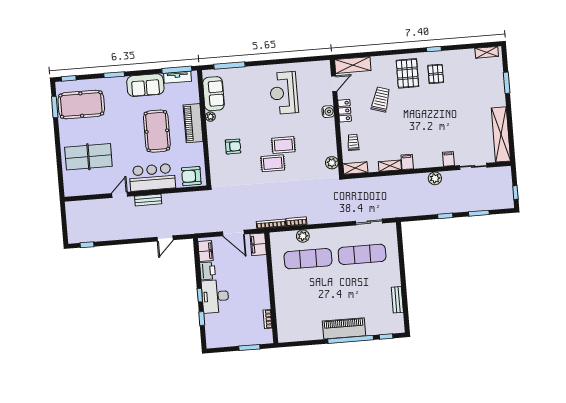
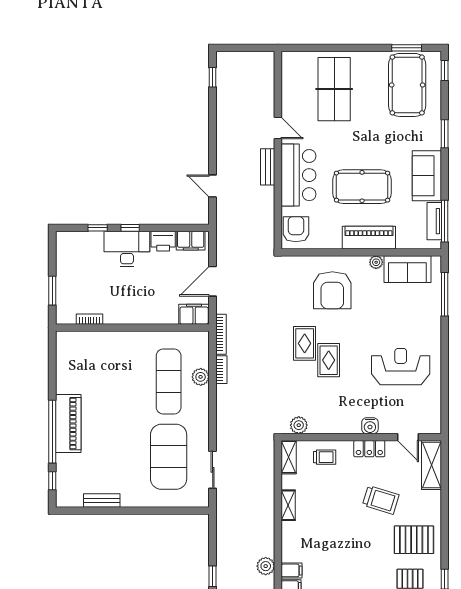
armchair: (233, 146) -> (332, 290), width x1.88, depth x1.88
filing cabinet: (407, 162) -> (291, 570), moved
exercise mat: (362, 254) -> (169, 457), width x1.47

